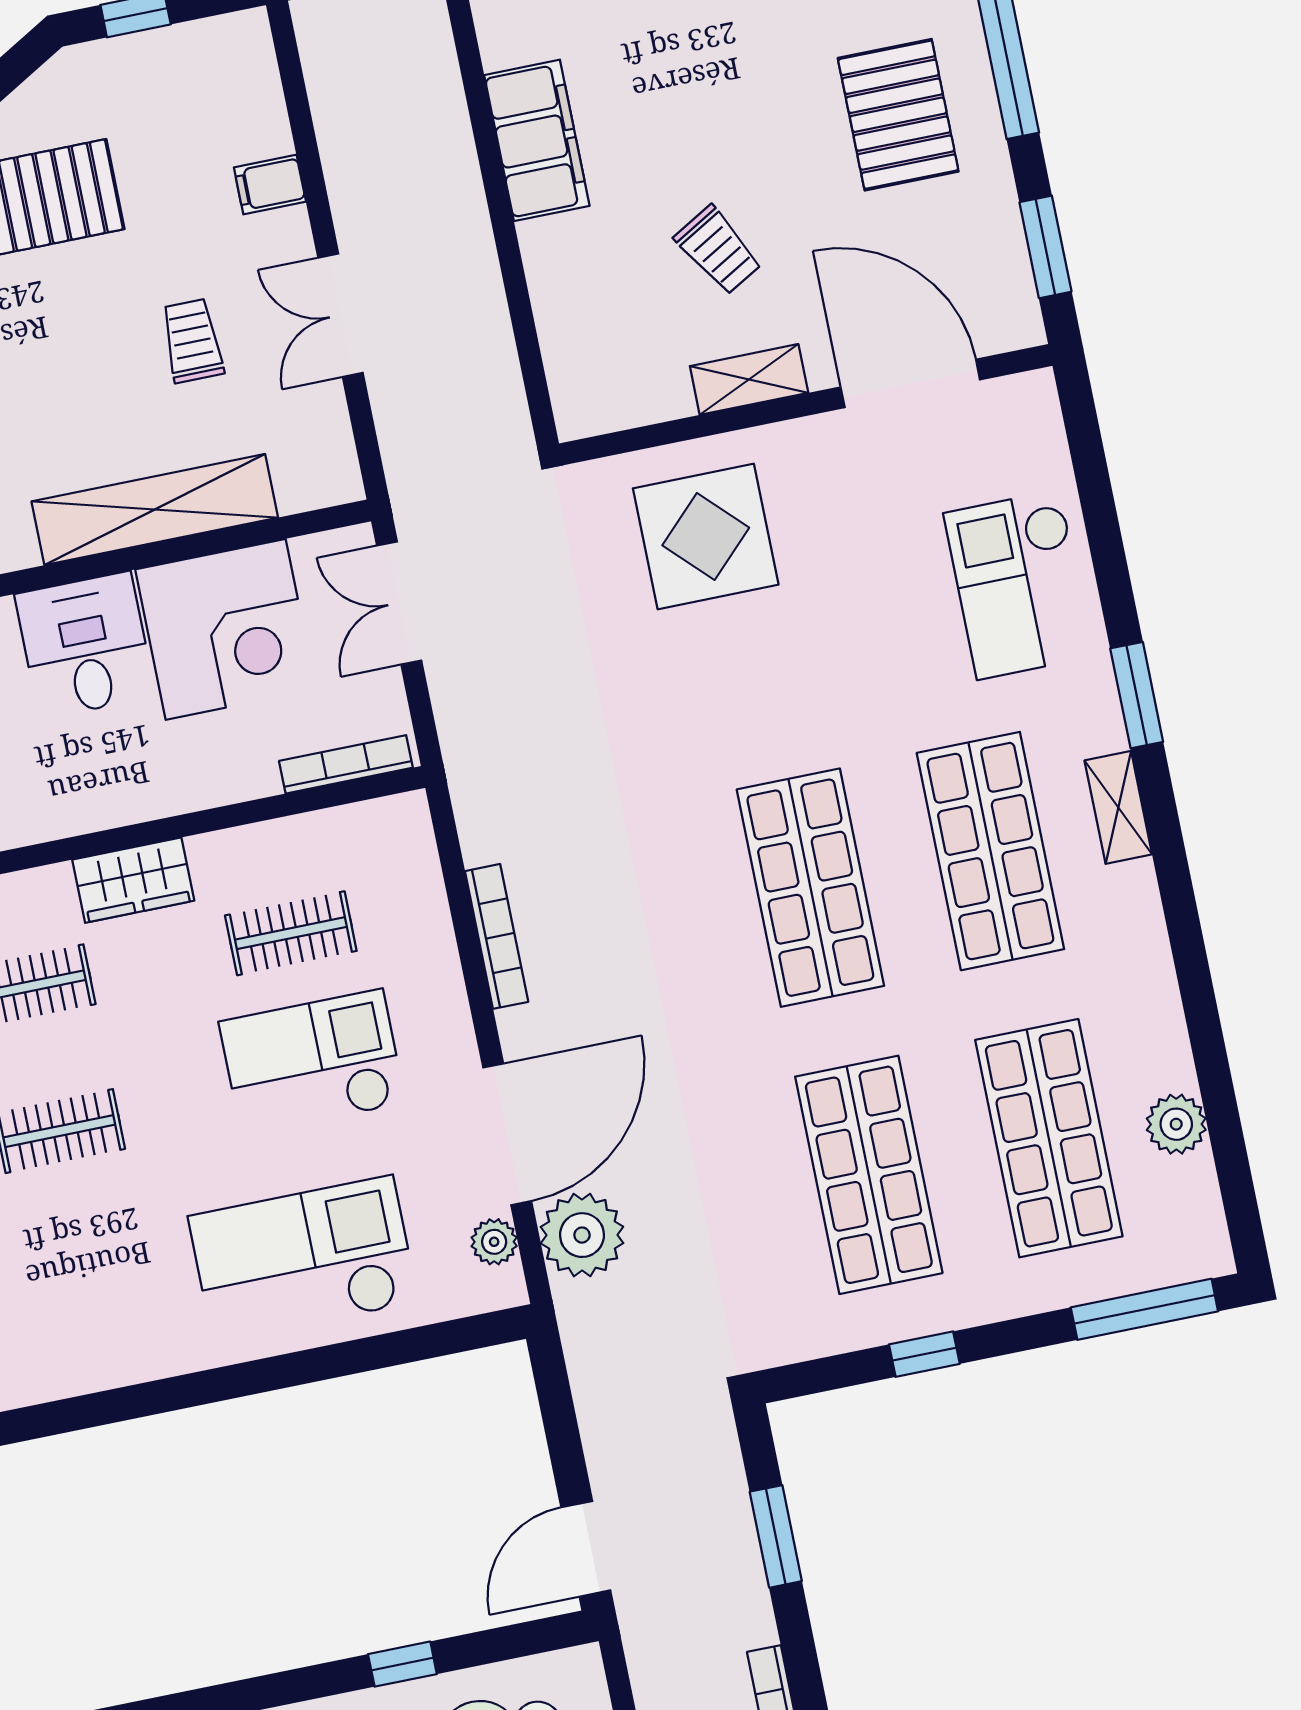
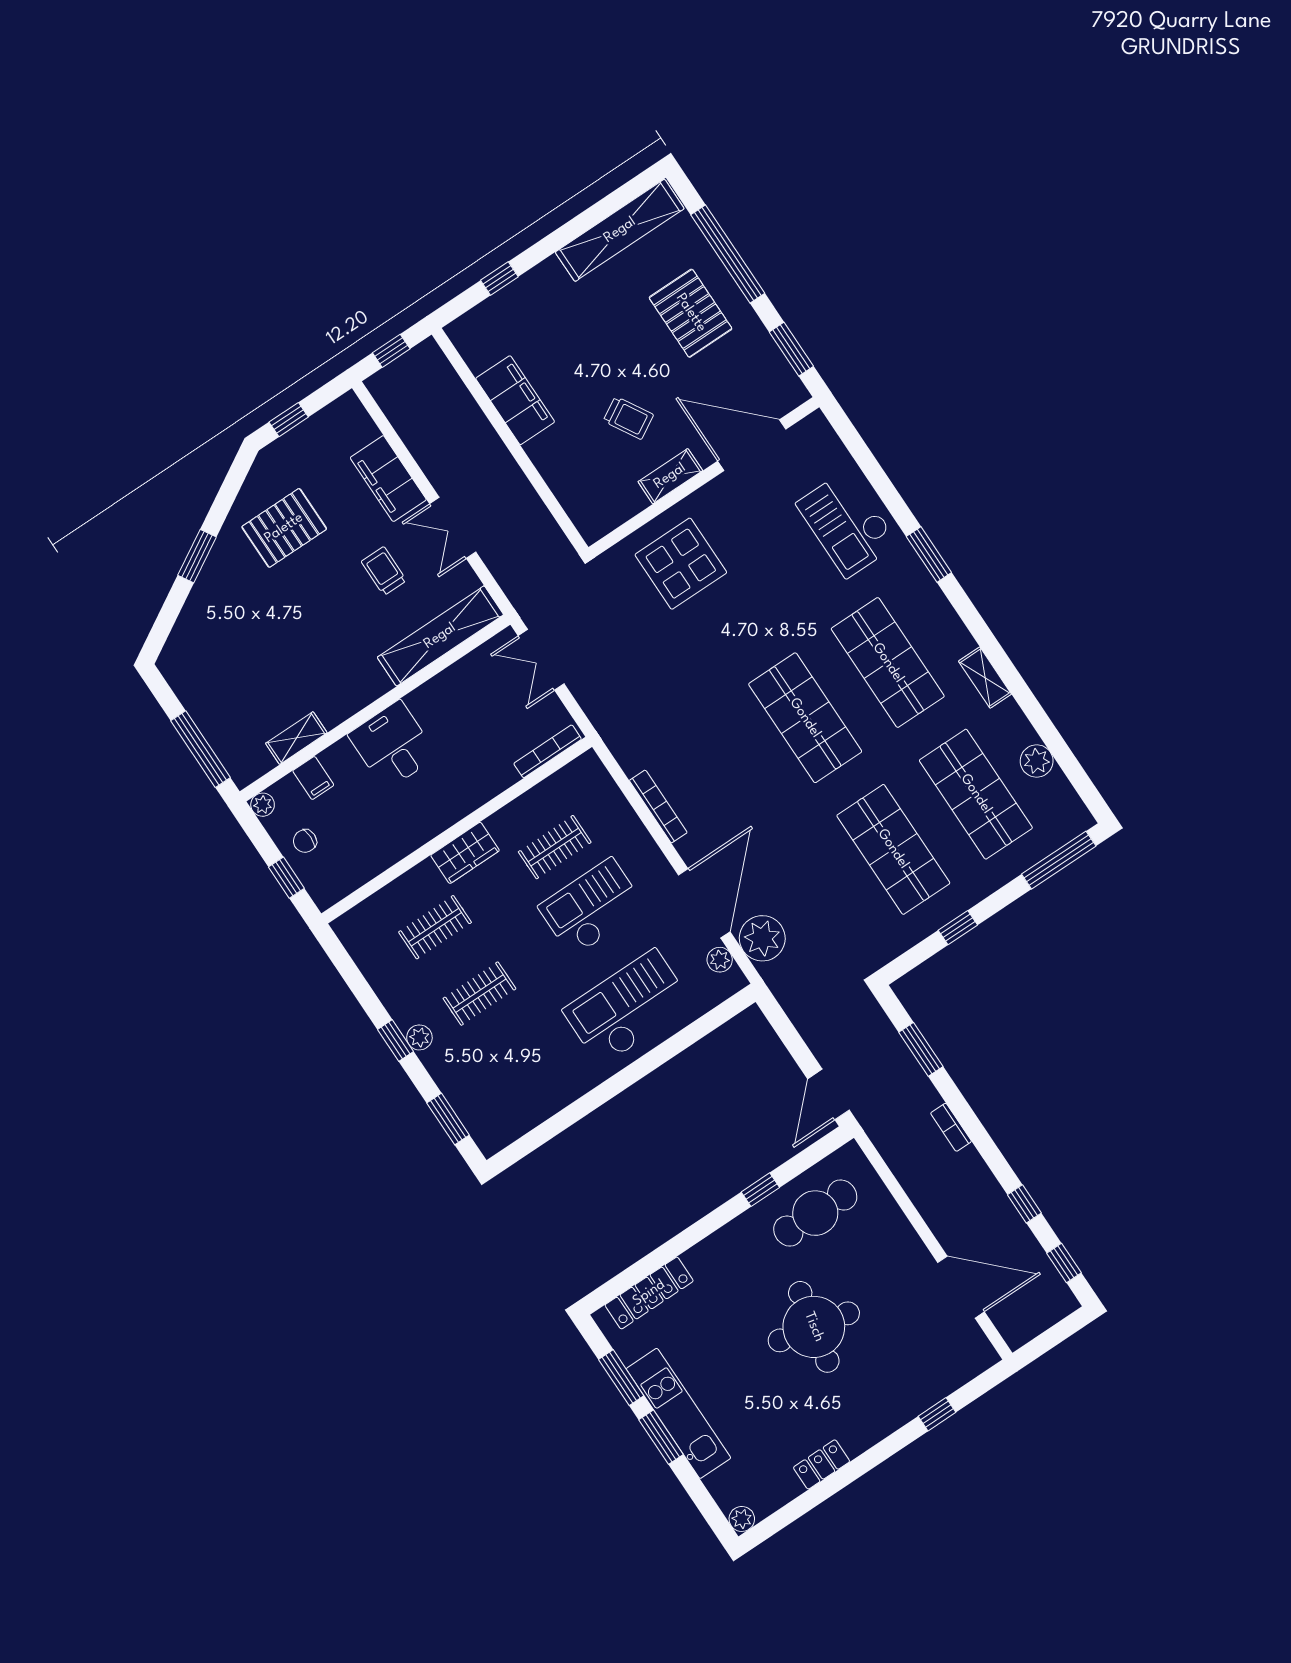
filing cabinet: (270, 185) -> (388, 479), width x3.00, depth x1.17
shelving: (155, 510) -> (440, 636), moved
corner desk: (226, 629) -> (460, 709), removed
shelving: (1118, 807) -> (985, 678), moved

